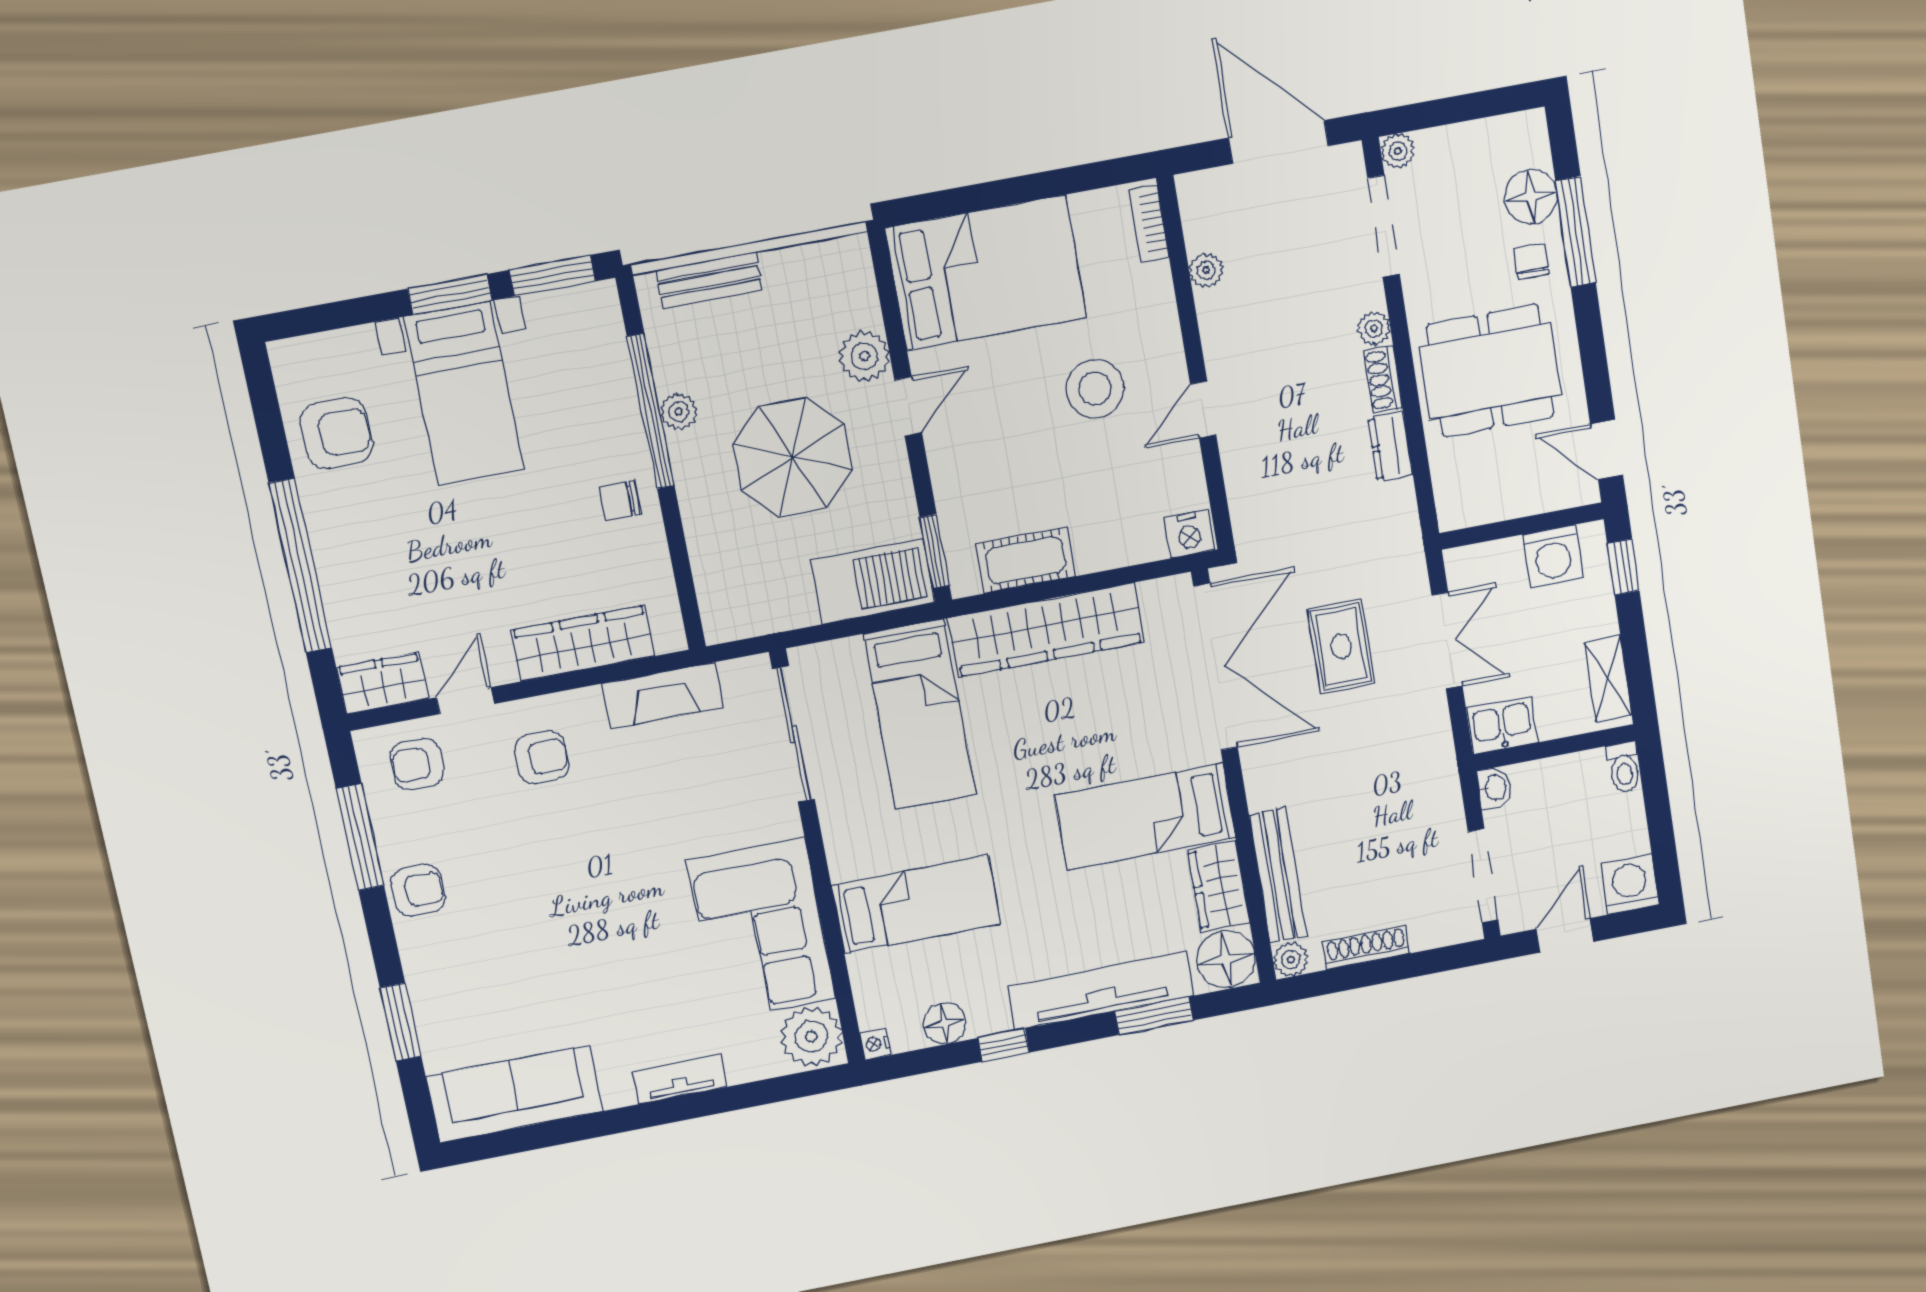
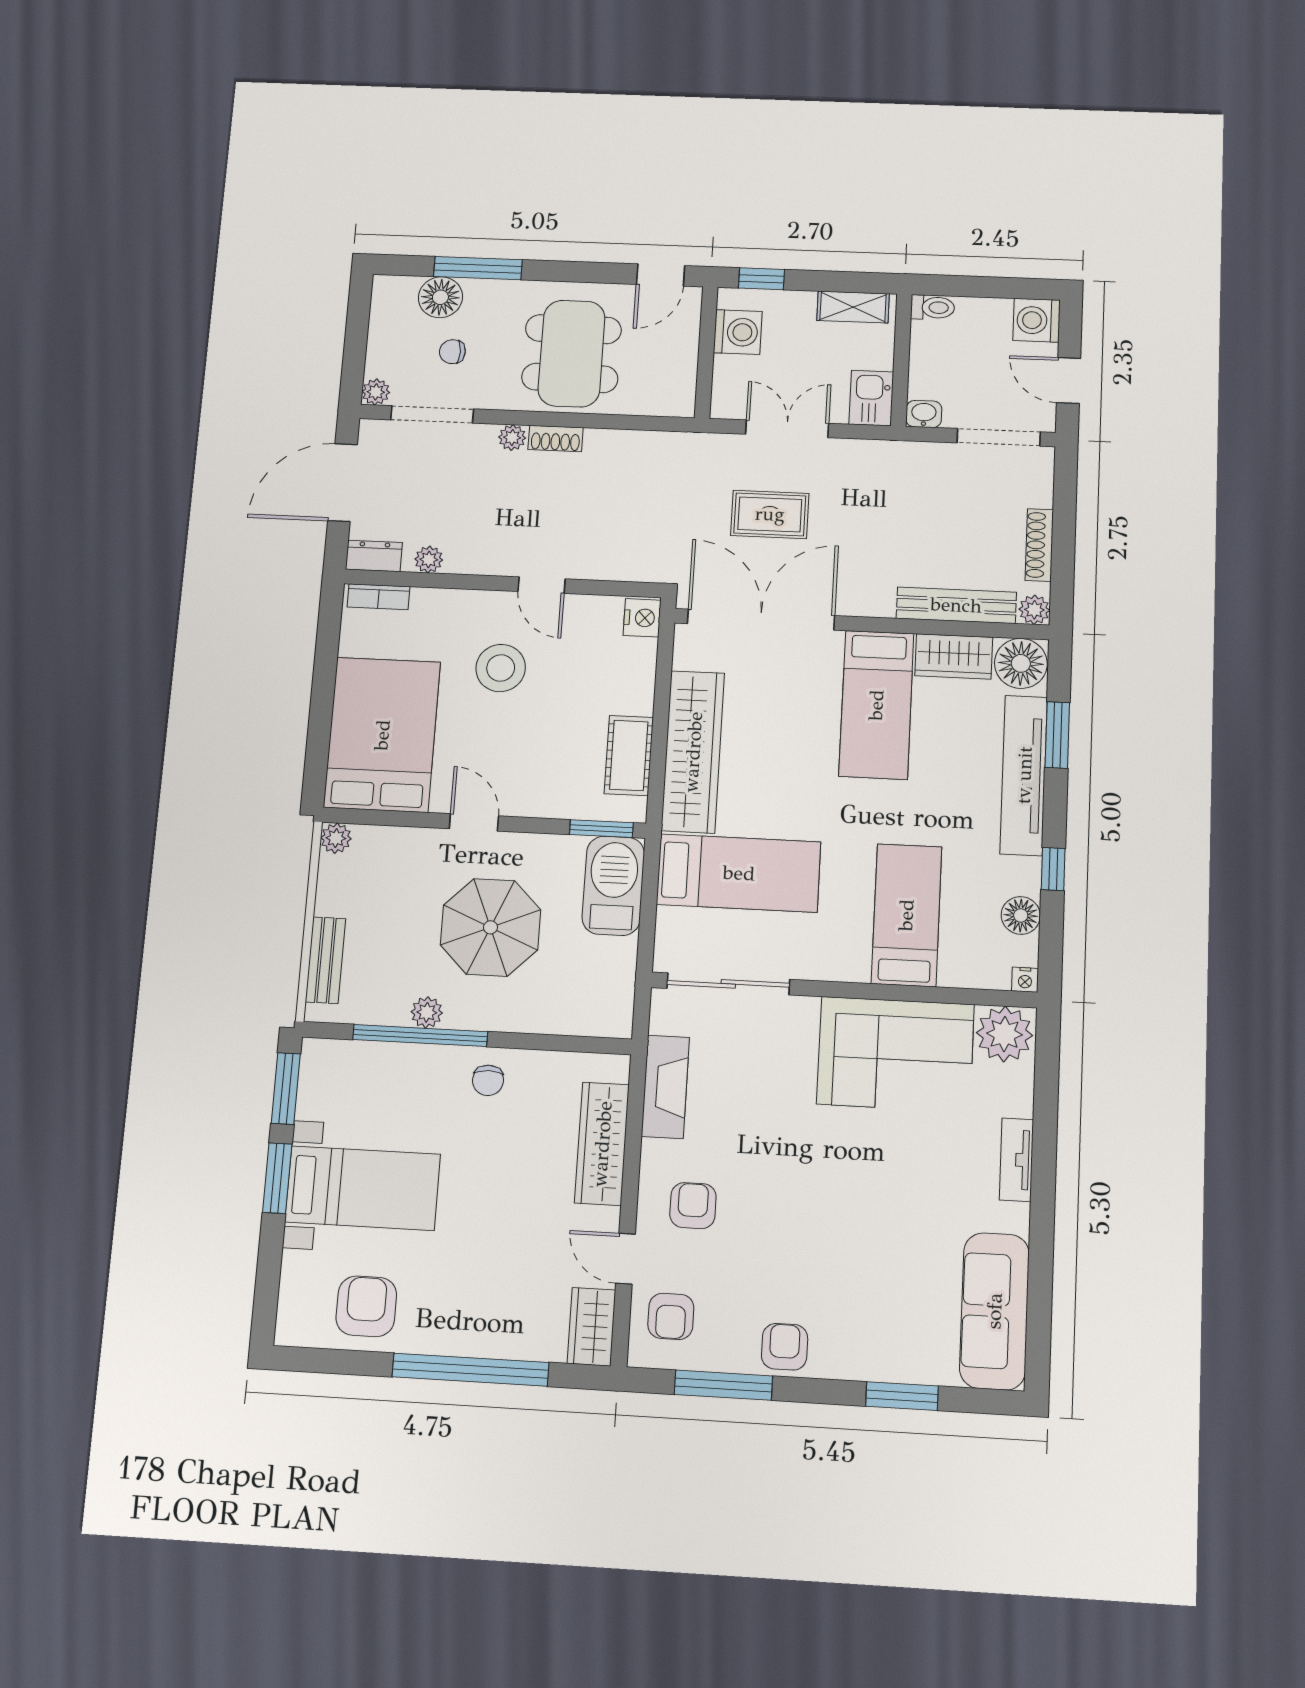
chair: (1531, 261) -> (452, 352), moved
plant: (864, 356) -> (336, 838), moved, width x0.73, depth x0.73
dresser: (1390, 446) -> (374, 556), moved, turned 180

